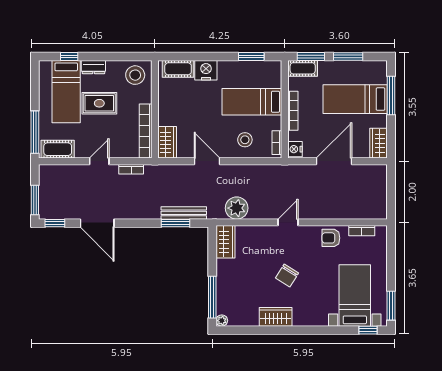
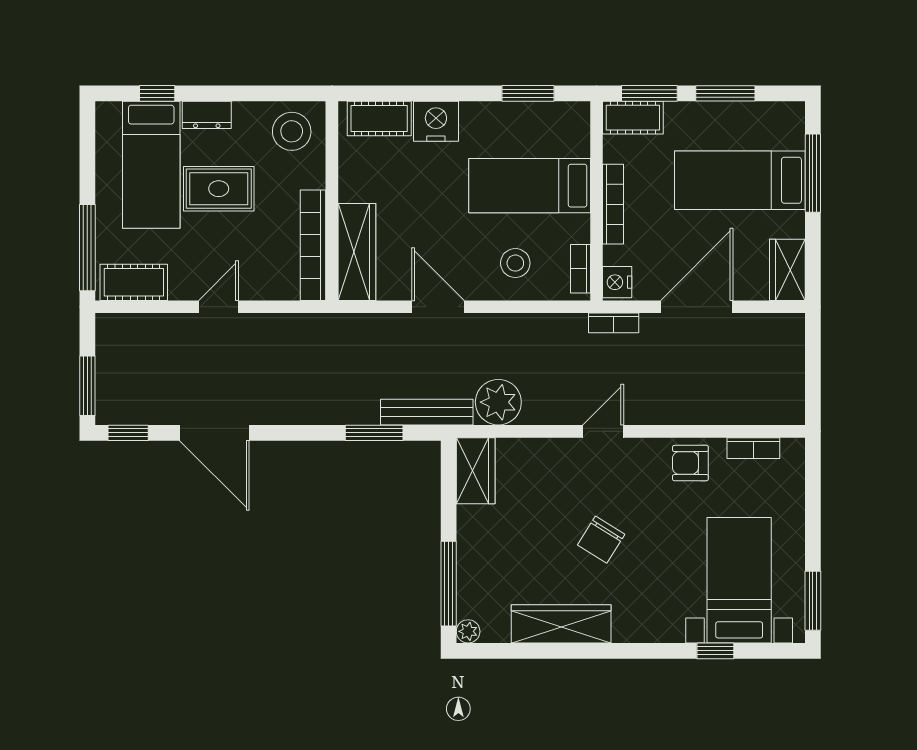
wardrobe: (167, 142) -> (357, 252), width x1.50
bookcase: (131, 169) -> (614, 323), moved
bench: (184, 213) -> (427, 412), moved
wardrobe: (276, 317) -> (561, 624), width x1.50
window: (368, 330) -> (715, 651), moved

